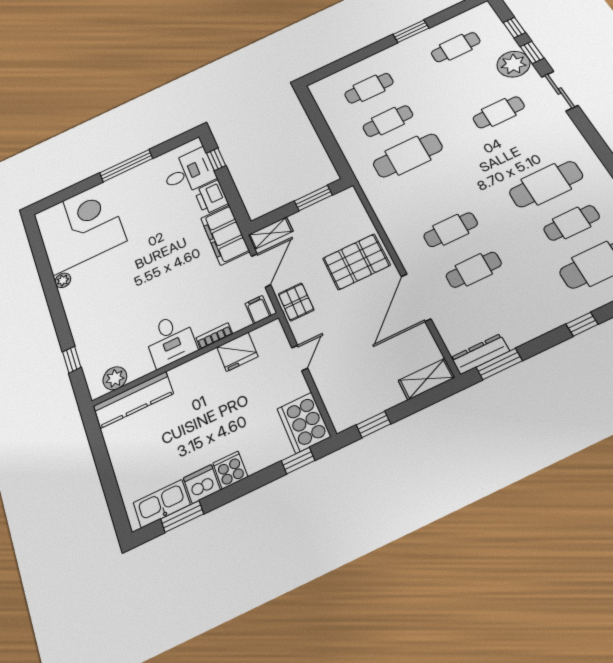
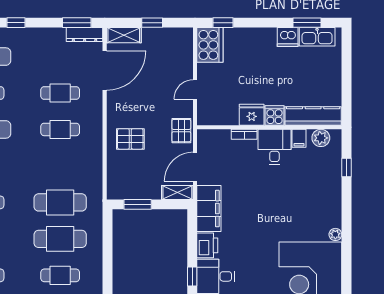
cafe table: (388, 121) -> (60, 239), width x1.37, depth x1.35
pallet: (356, 262) -> (130, 139), width x0.67, depth x0.71
door: (416, 297) -> (105, 70), moved
filing cabinet: (258, 310) -> (299, 138), moved
fridge: (237, 352) -> (252, 115), moved
window: (374, 424) -> (152, 23), moved
cooker: (230, 470) -> (274, 115), moved, turned 180

